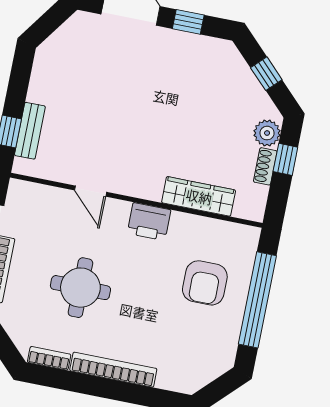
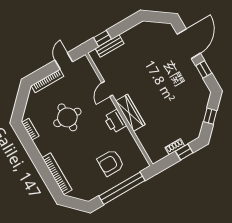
plant: (267, 133) -> (188, 136), removed
wardrobe: (199, 196) -> (130, 113), moved
bookcase: (113, 370) -> (57, 174), moved

